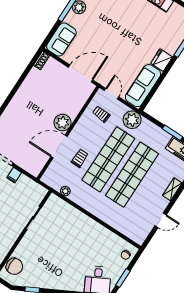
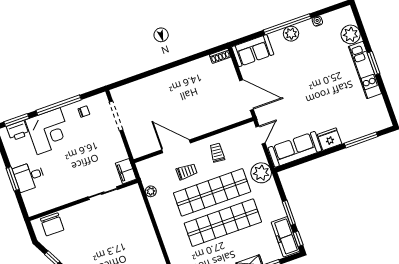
trolley: (101, 114) -> (217, 153), moved
plant: (63, 123) -> (196, 127), removed
filing cabinet: (14, 175) -> (126, 171), moved, width x2.00

